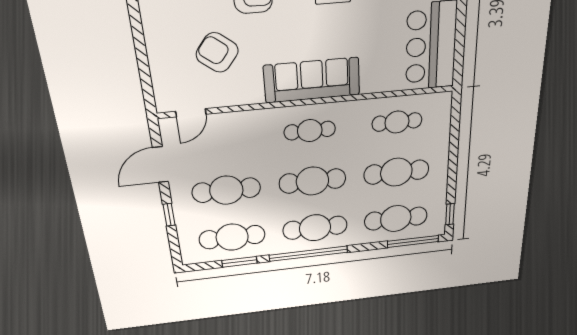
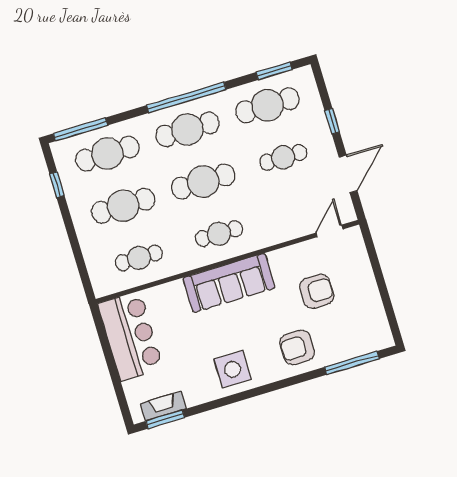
armchair: (217, 53) -> (317, 291), turned -38
cafe table: (226, 190) -> (283, 157), width x0.73, depth x0.74
window: (450, 214) -> (57, 185), moved
window: (240, 262) -> (274, 71), moved

